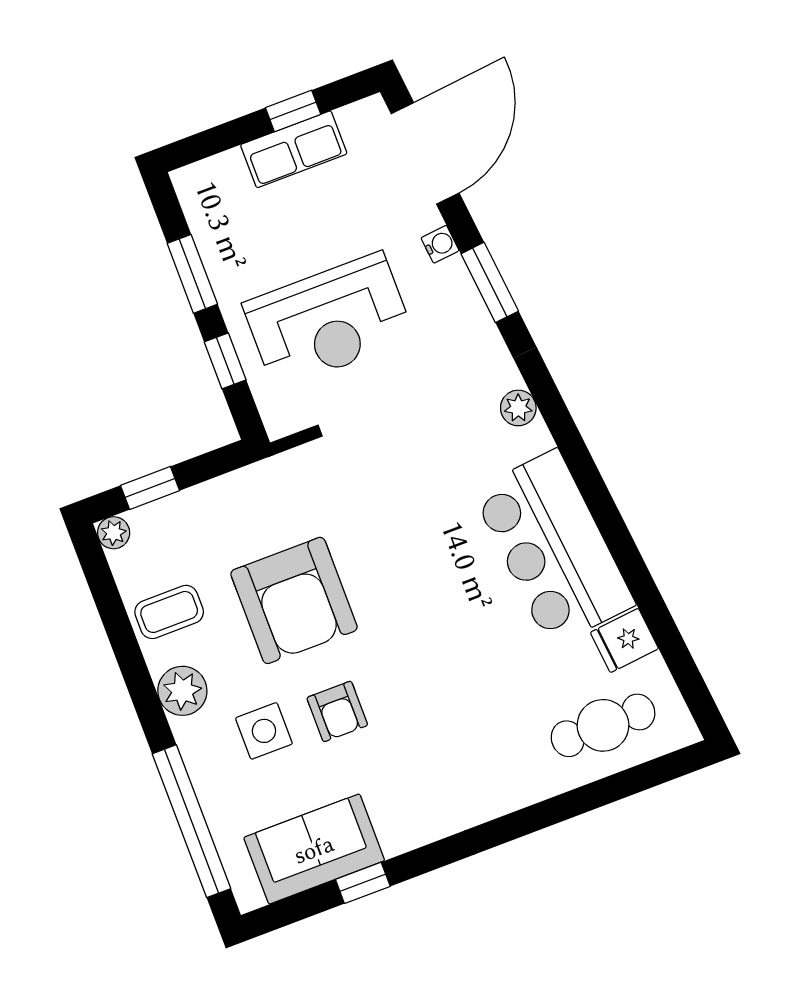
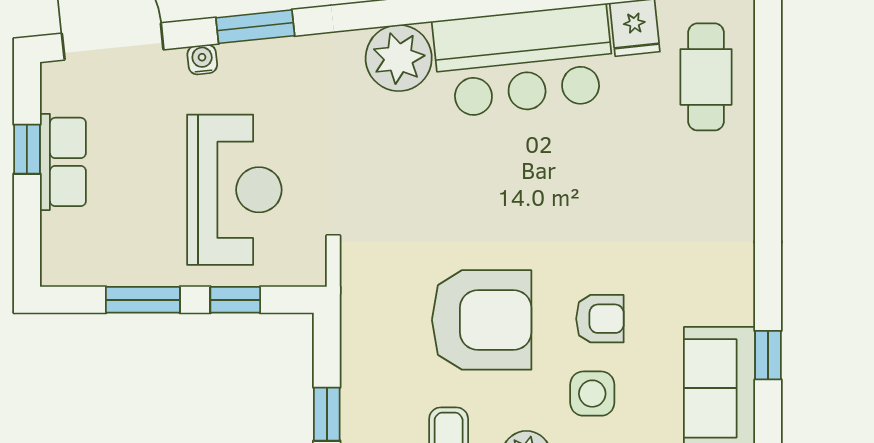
plant: (518, 408) -> (399, 58), width x1.87, depth x1.87

